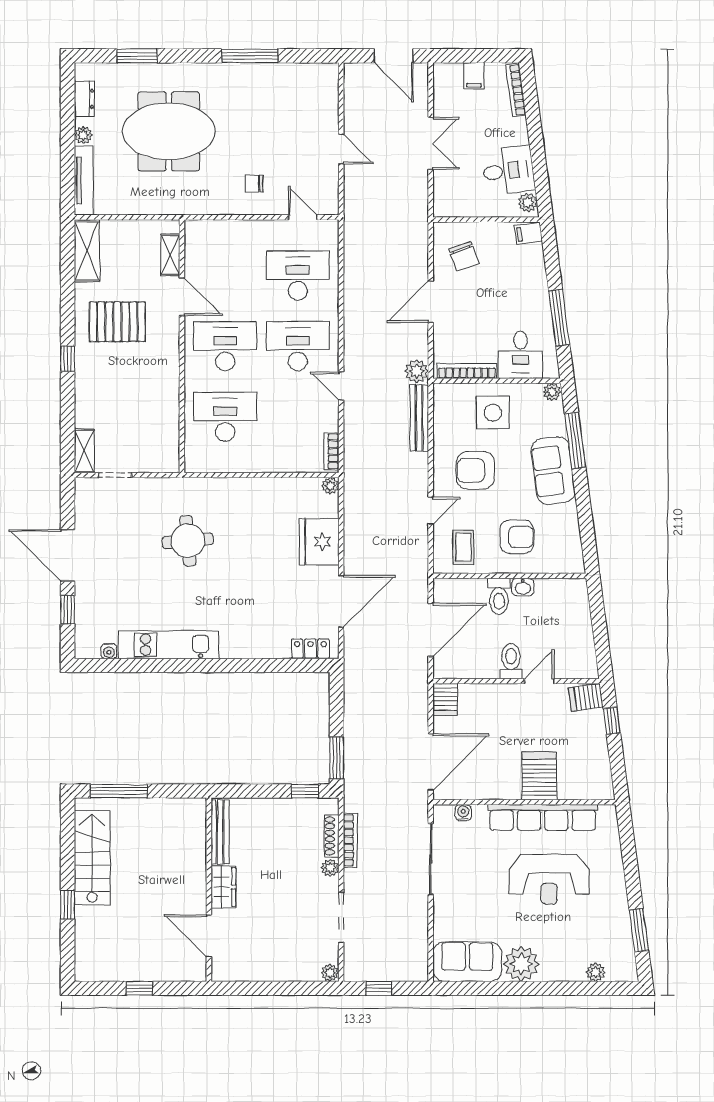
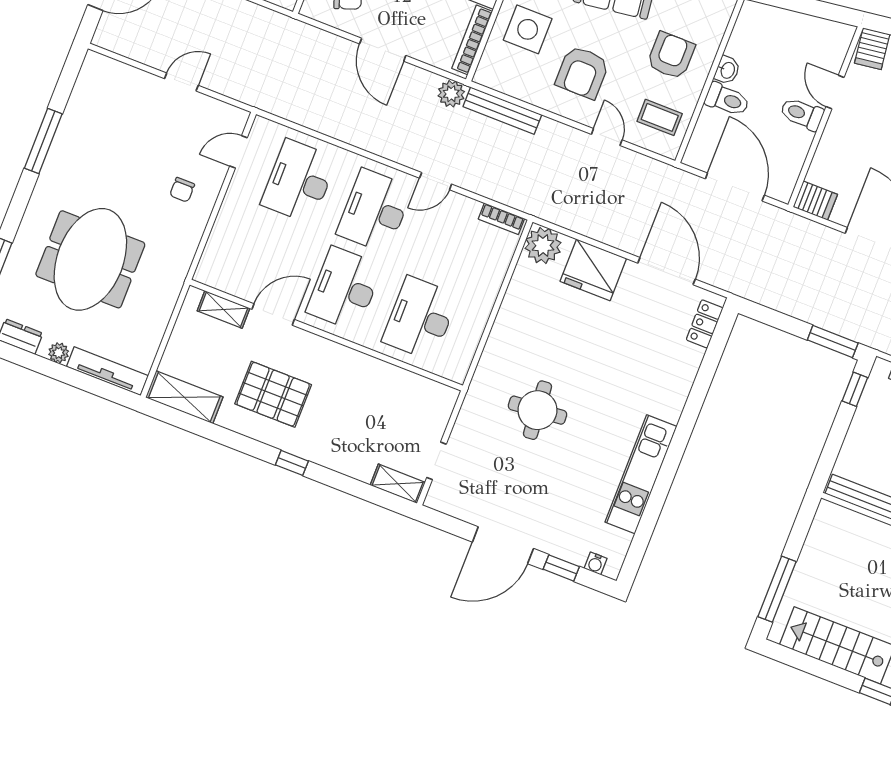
pallet: (117, 322) -> (273, 394), turned 90
plant: (330, 486) -> (543, 246), width x1.88, depth x1.88
water cooler: (109, 651) -> (596, 563), moved, turned 90

